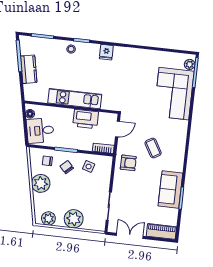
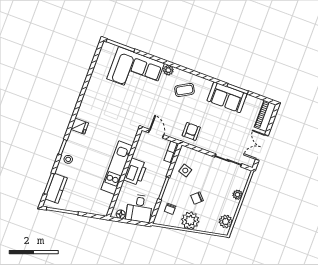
plant: (190, 64) -> (168, 70), moved
kitchen counter: (29, 69) -> (56, 188), moved, turned 101
printer: (86, 119) -> (135, 172), moved
coffee table: (153, 148) -> (184, 90), moved
chair: (67, 167) -> (197, 198), moved
plant: (74, 219) -> (238, 195), width x0.53, depth x0.53

